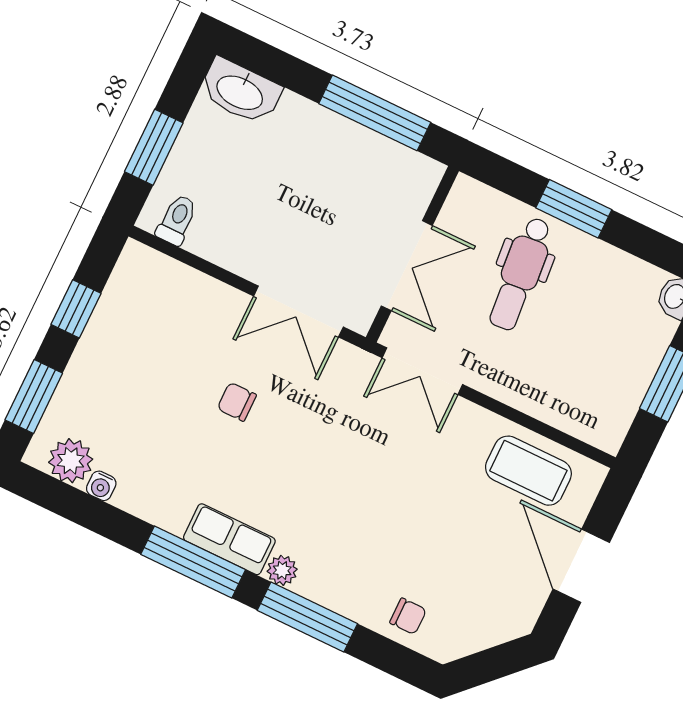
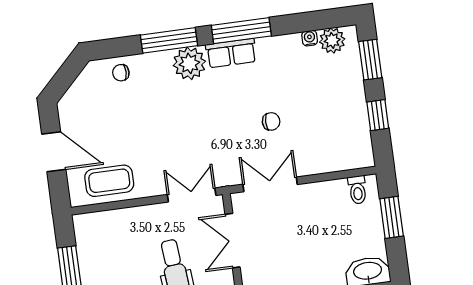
plant: (282, 570) -> (189, 63), width x1.87, depth x1.87

